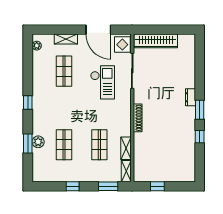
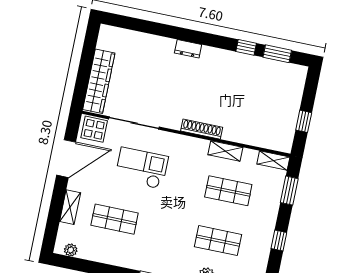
window: (200, 110) -> (277, 54), moved
shelving: (126, 148) -> (225, 151), moved

